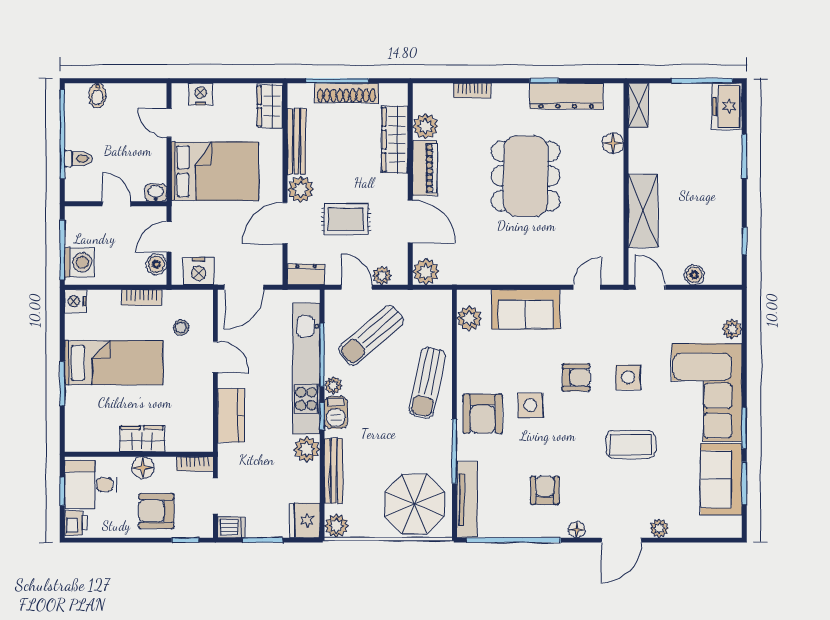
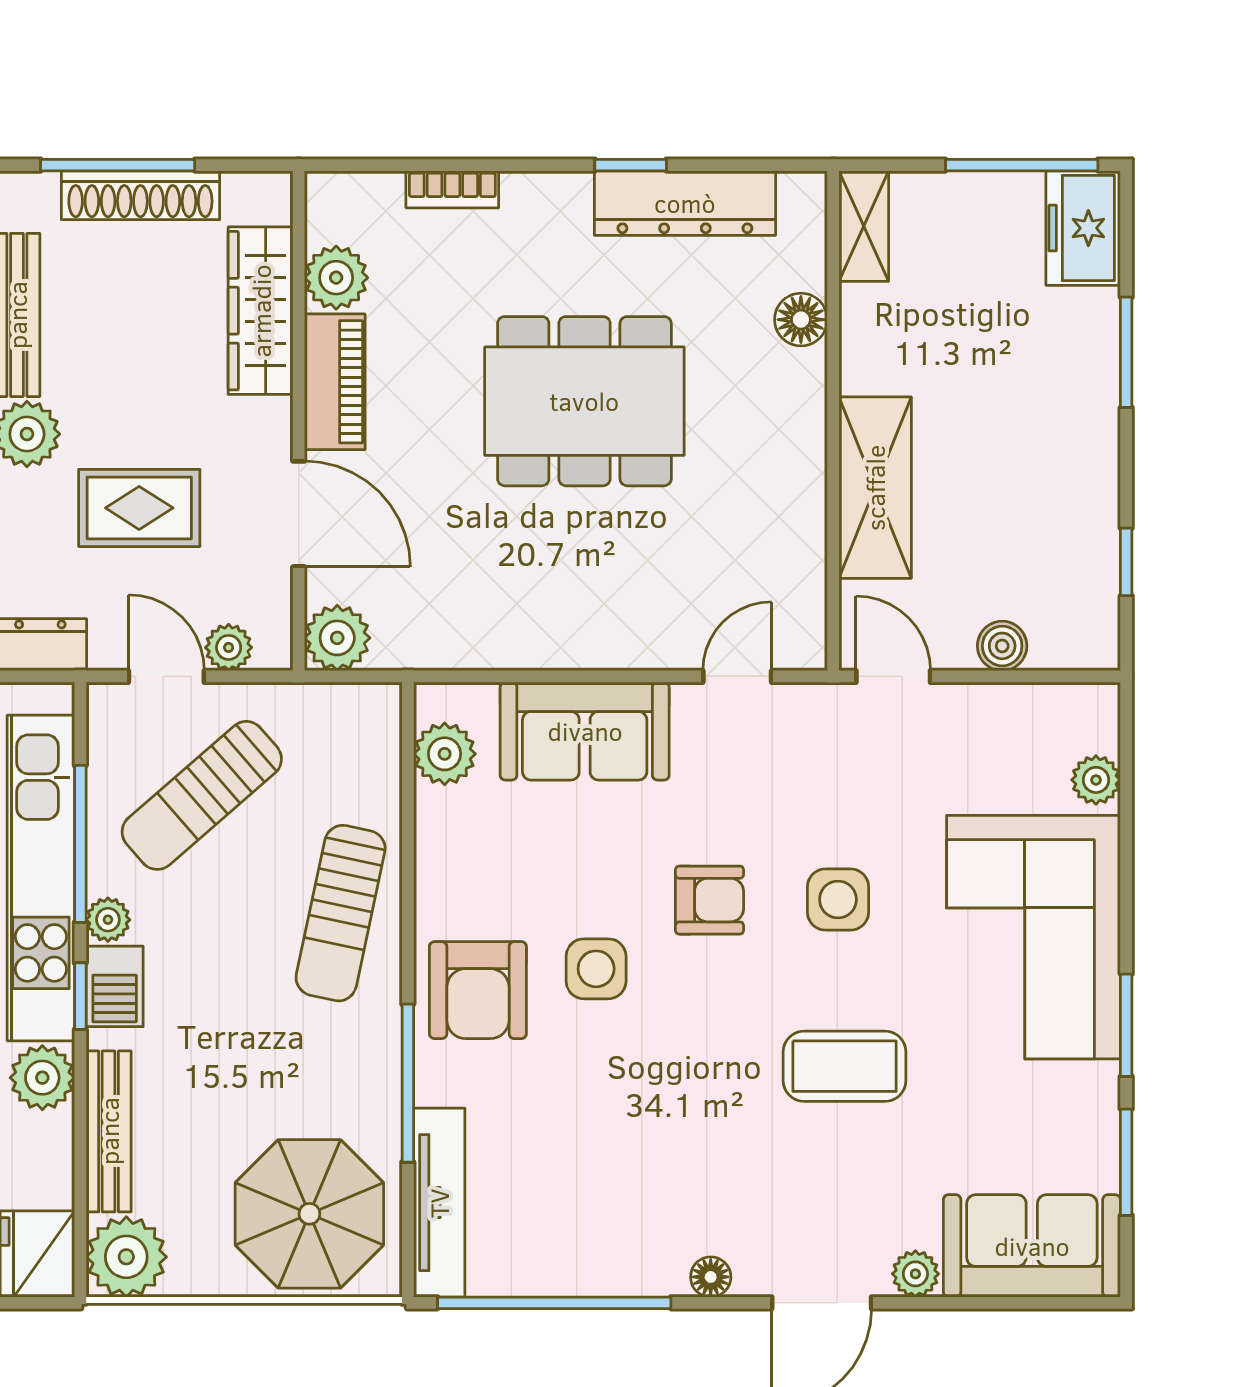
dining table: (526, 176) -> (584, 401), turned 90
sofa: (721, 479) -> (1032, 1246), moved, turned 90
armchair: (545, 490) -> (632, 1180), removed
plant: (336, 526) -> (126, 1257), width x1.36, depth x1.36

